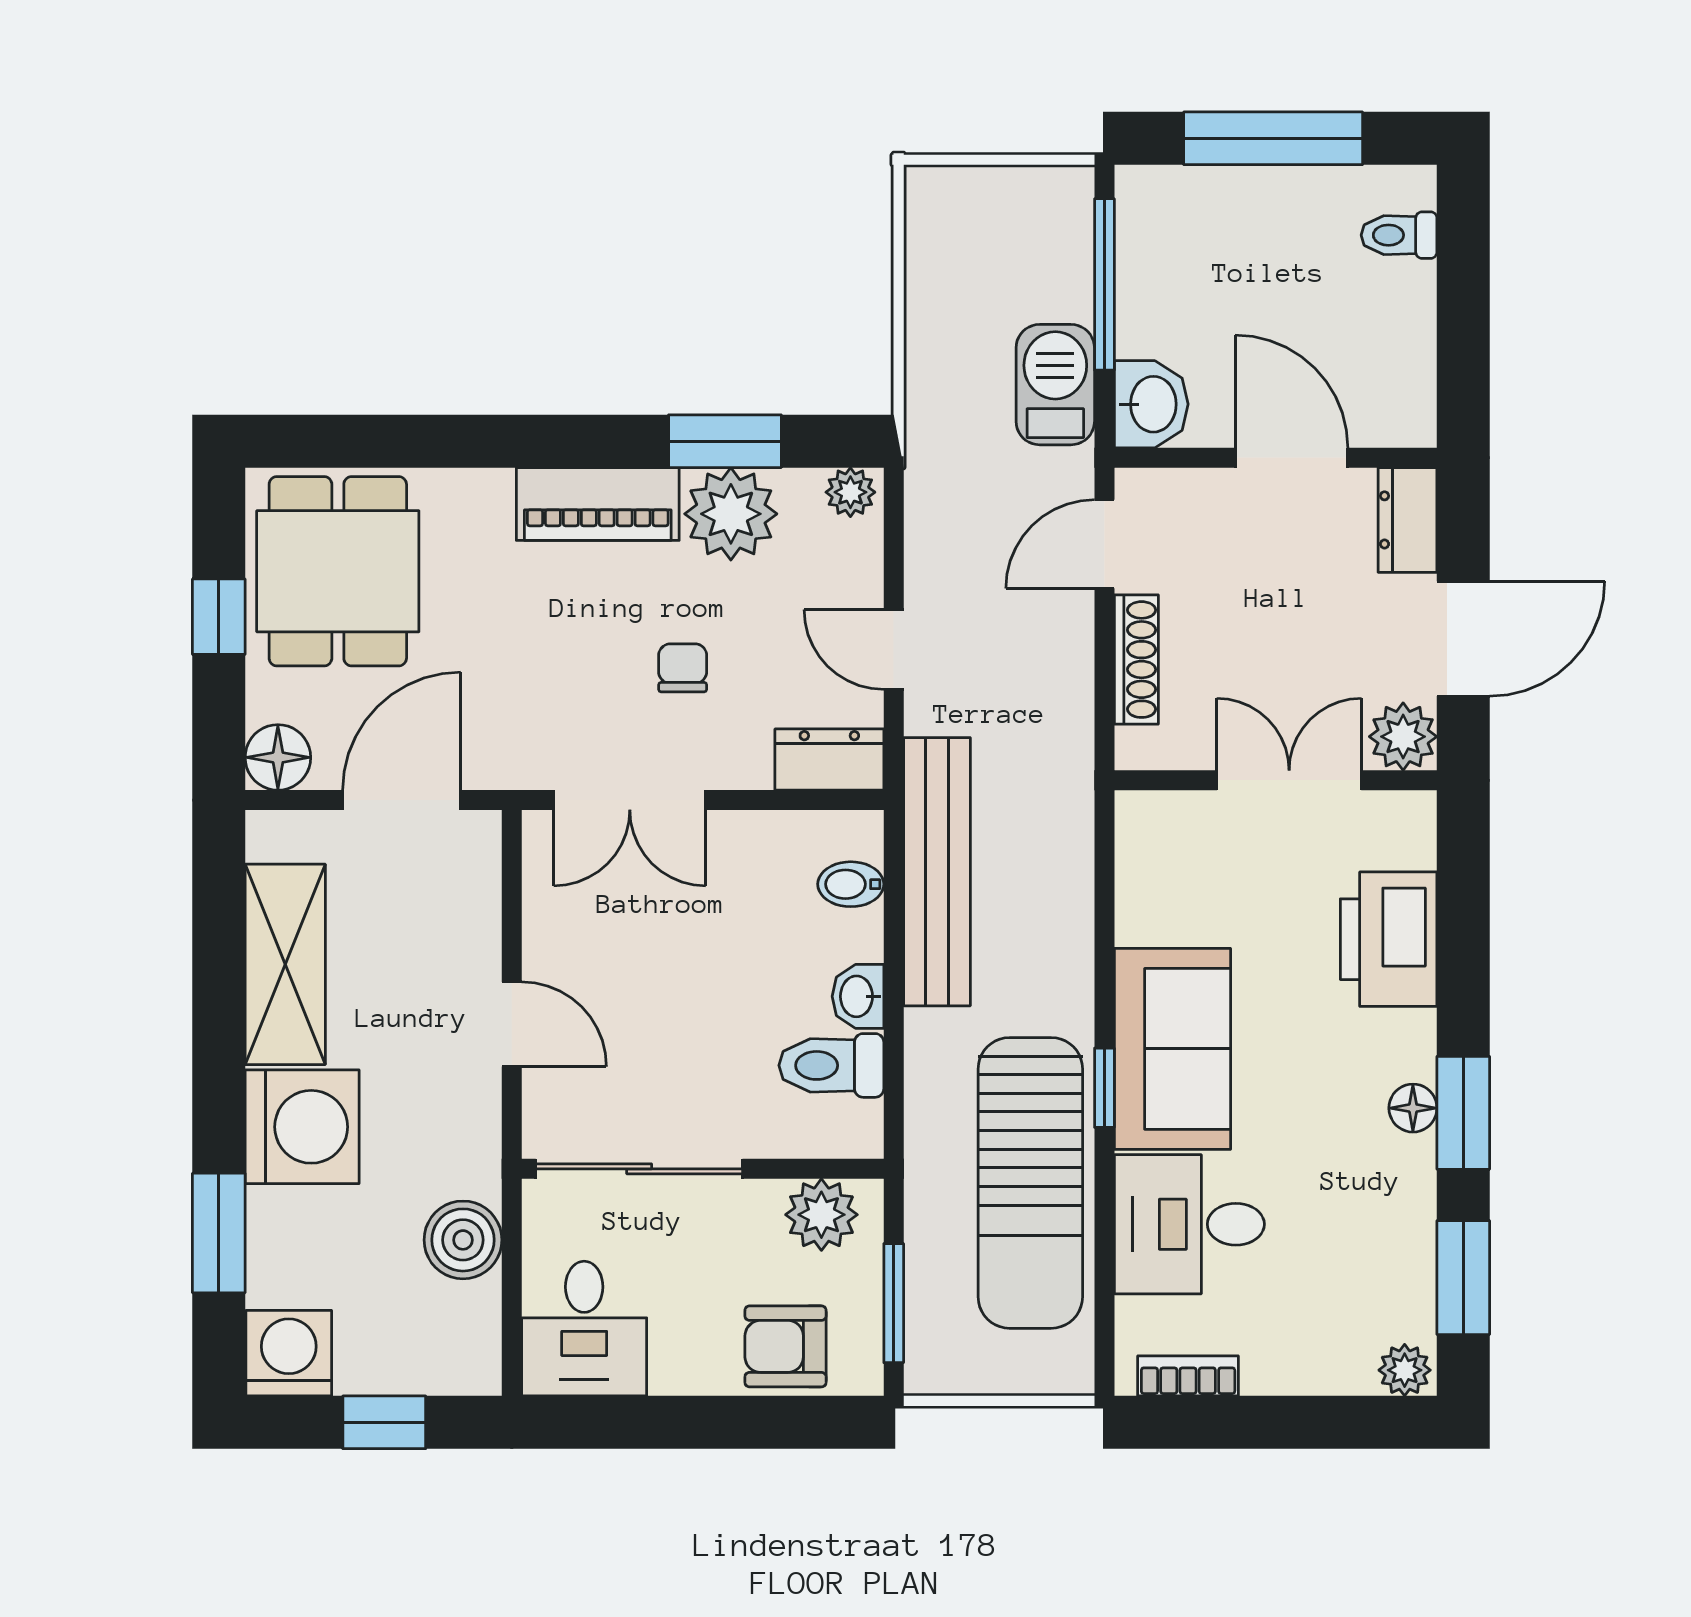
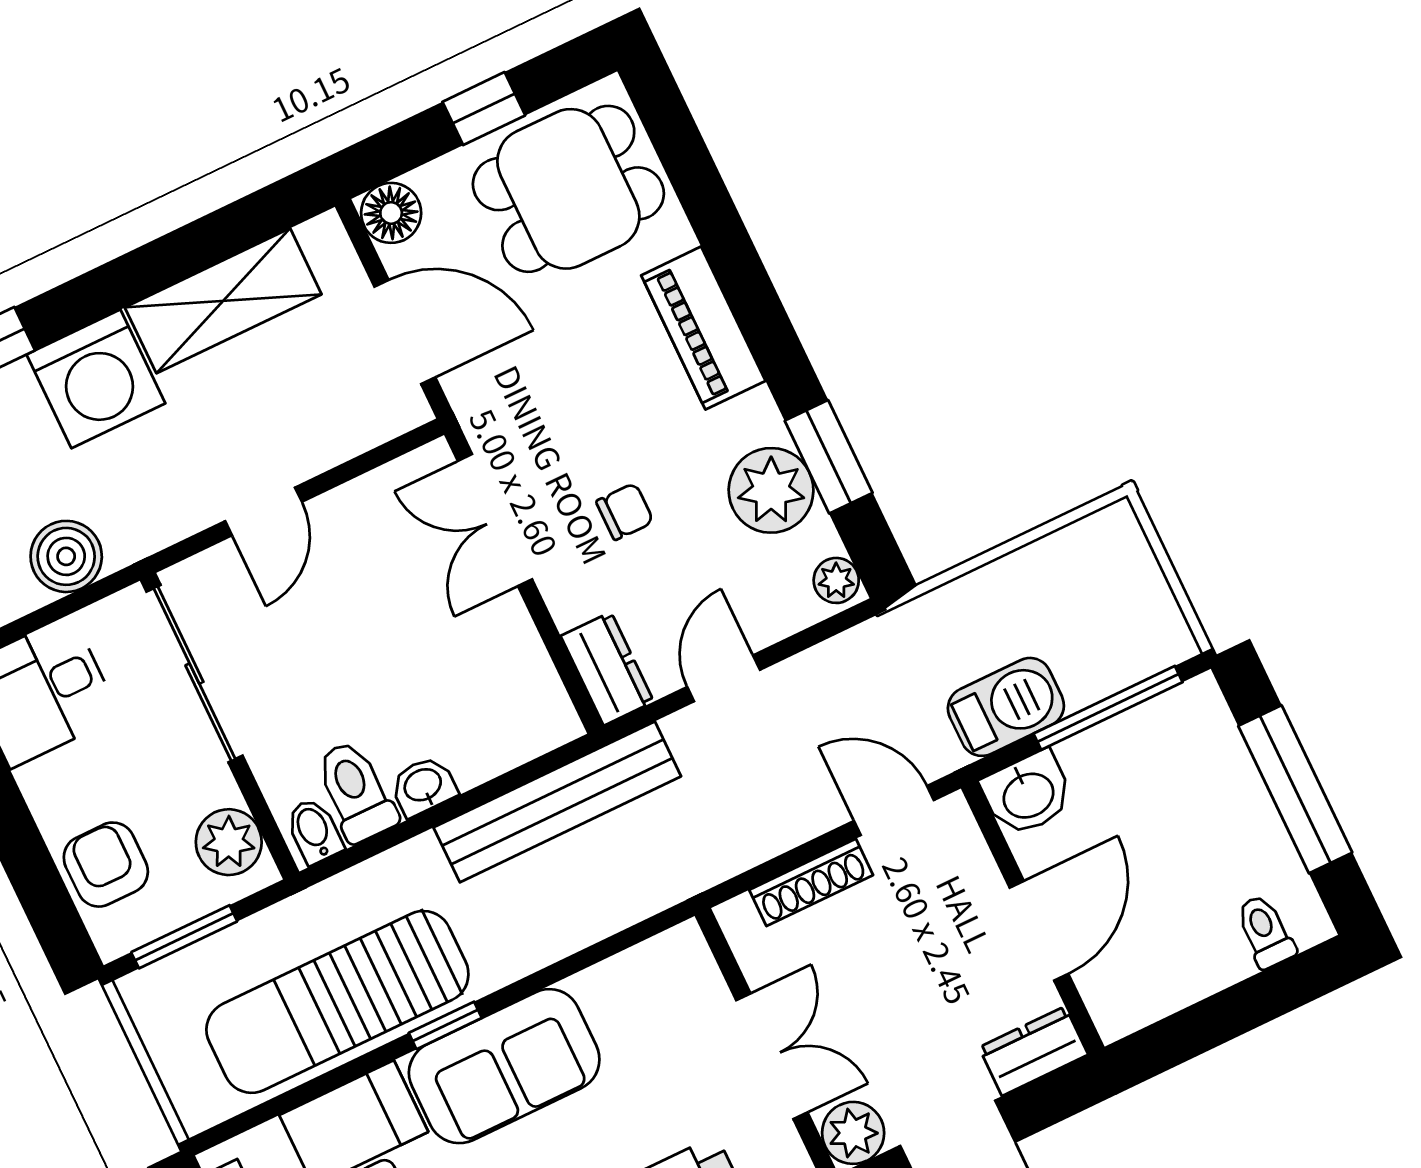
piano: (598, 504) -> (703, 328), moved
bidet: (851, 884) -> (314, 831), moved

